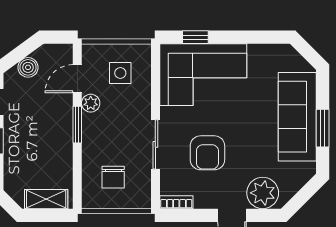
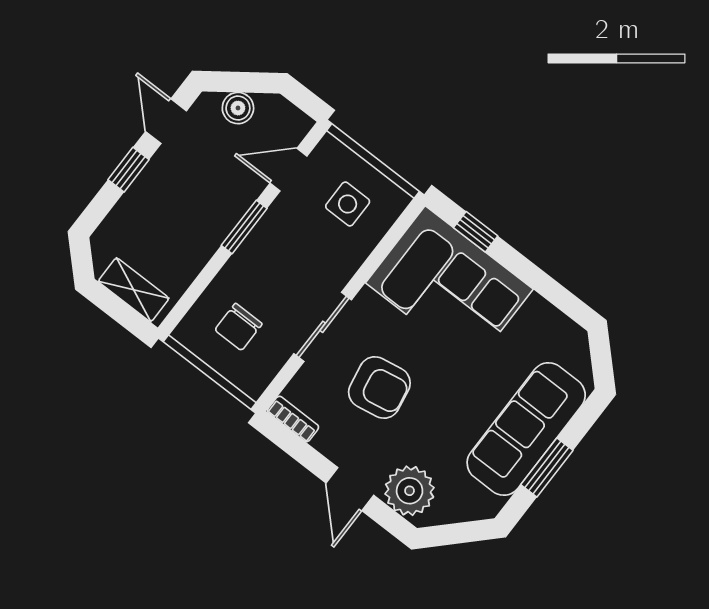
plant: (91, 103) -> (282, 213), removed
armchair: (207, 153) -> (379, 387), turned -100

